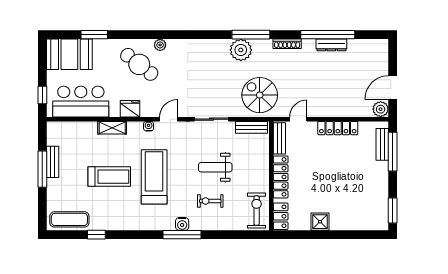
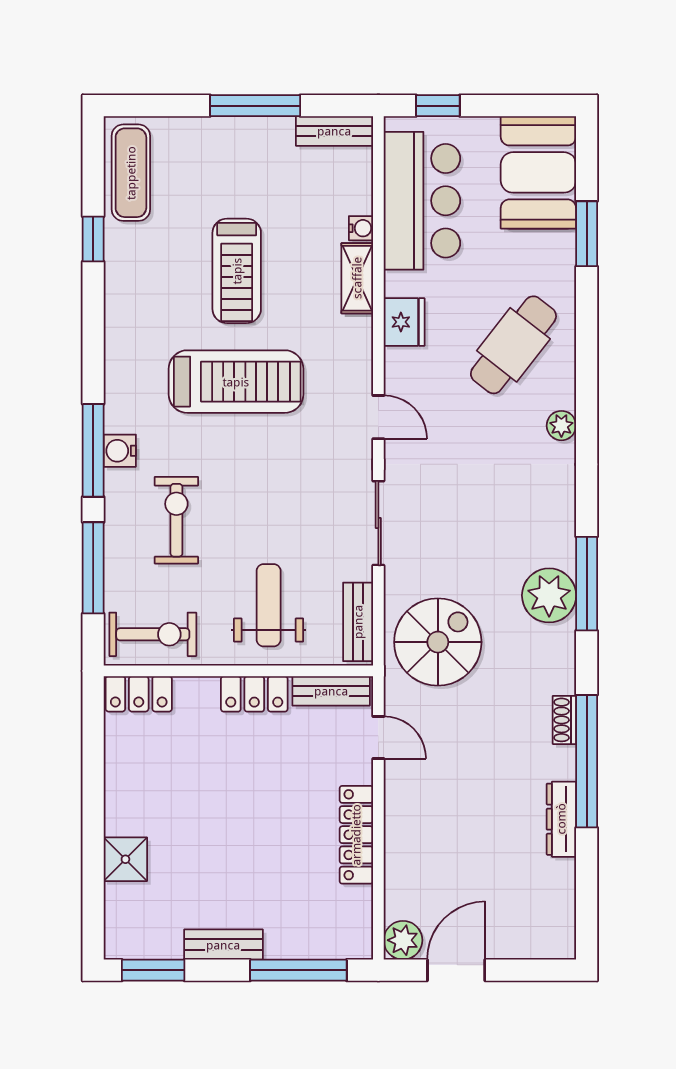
window: (251, 35) -> (587, 584), moved
window: (328, 35) -> (587, 761), moved
shoe rack: (287, 44) -> (564, 720), width x0.70
plant: (160, 45) -> (561, 426), moved
door: (393, 88) -> (456, 970), hinge flipped
water cooler: (149, 126) -> (361, 228), moved
bench: (382, 144) -> (223, 945), moved
bench: (53, 162) -> (334, 131), moved
weight bench: (215, 167) -> (269, 605), moved
locker: (281, 177) -> (254, 694), width x0.66
exercise bike: (210, 201) -> (176, 520), width x1.38, depth x1.39
shower: (320, 222) -> (125, 859), moved
window: (230, 235) -> (93, 568), added

